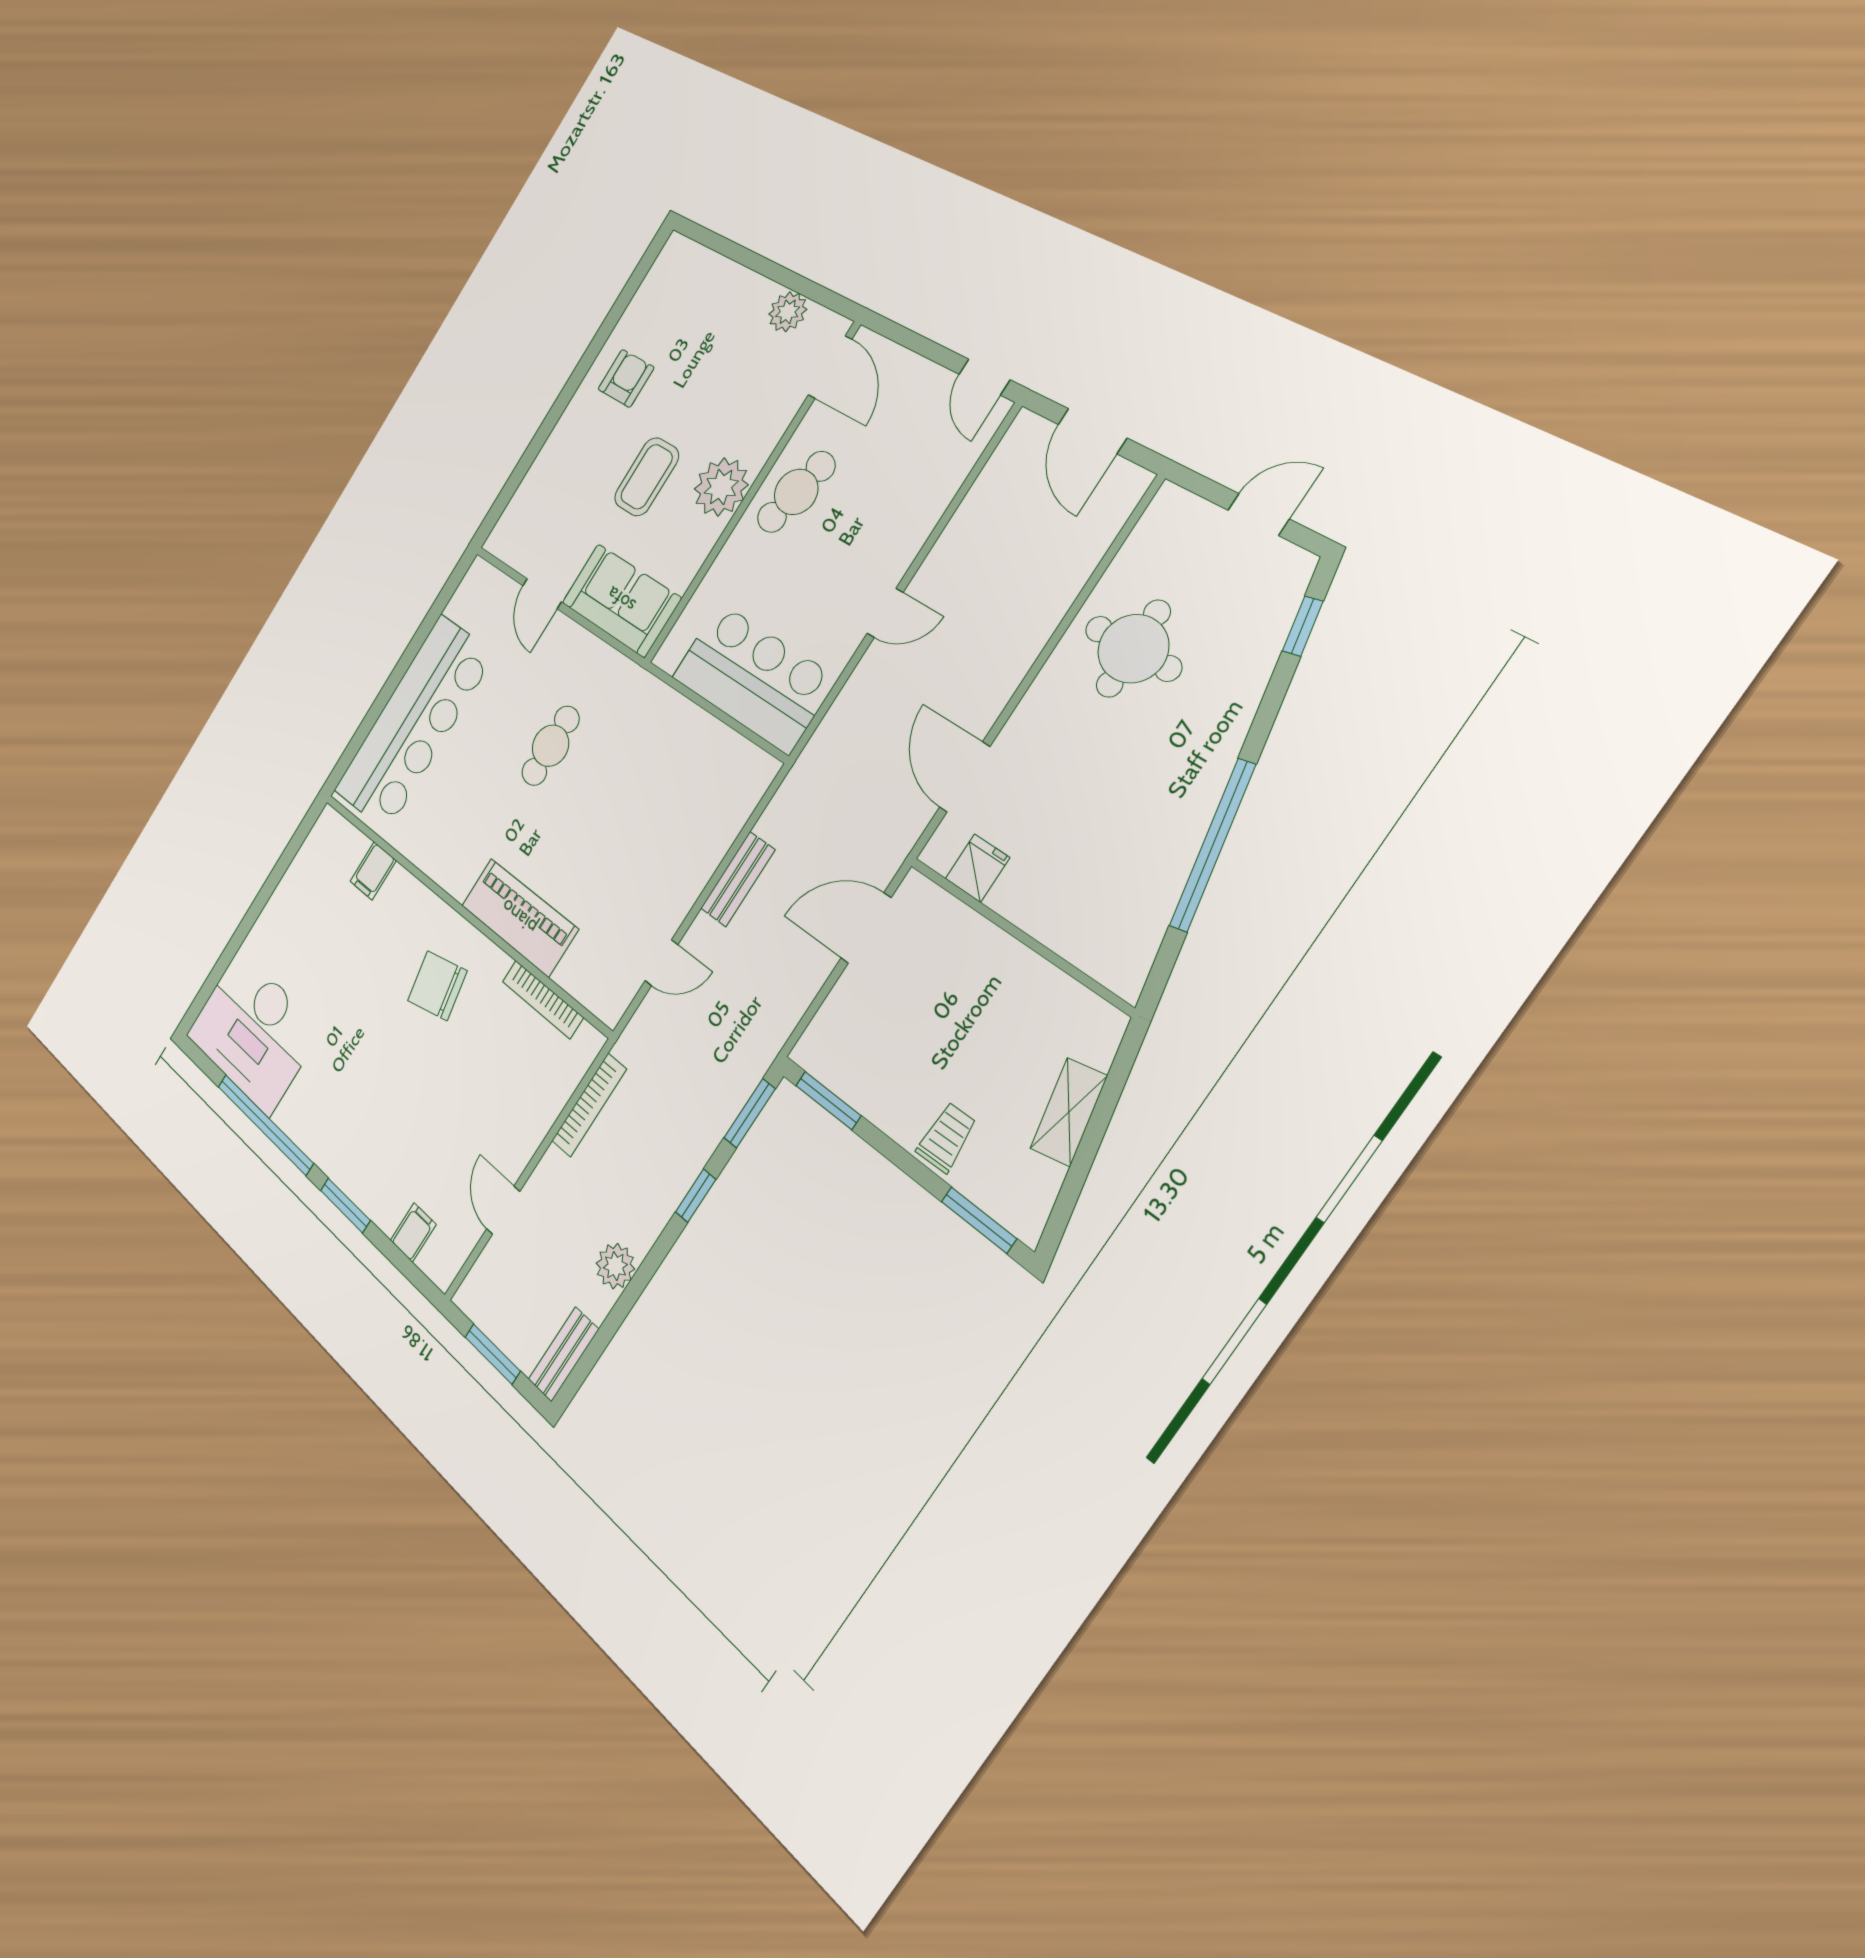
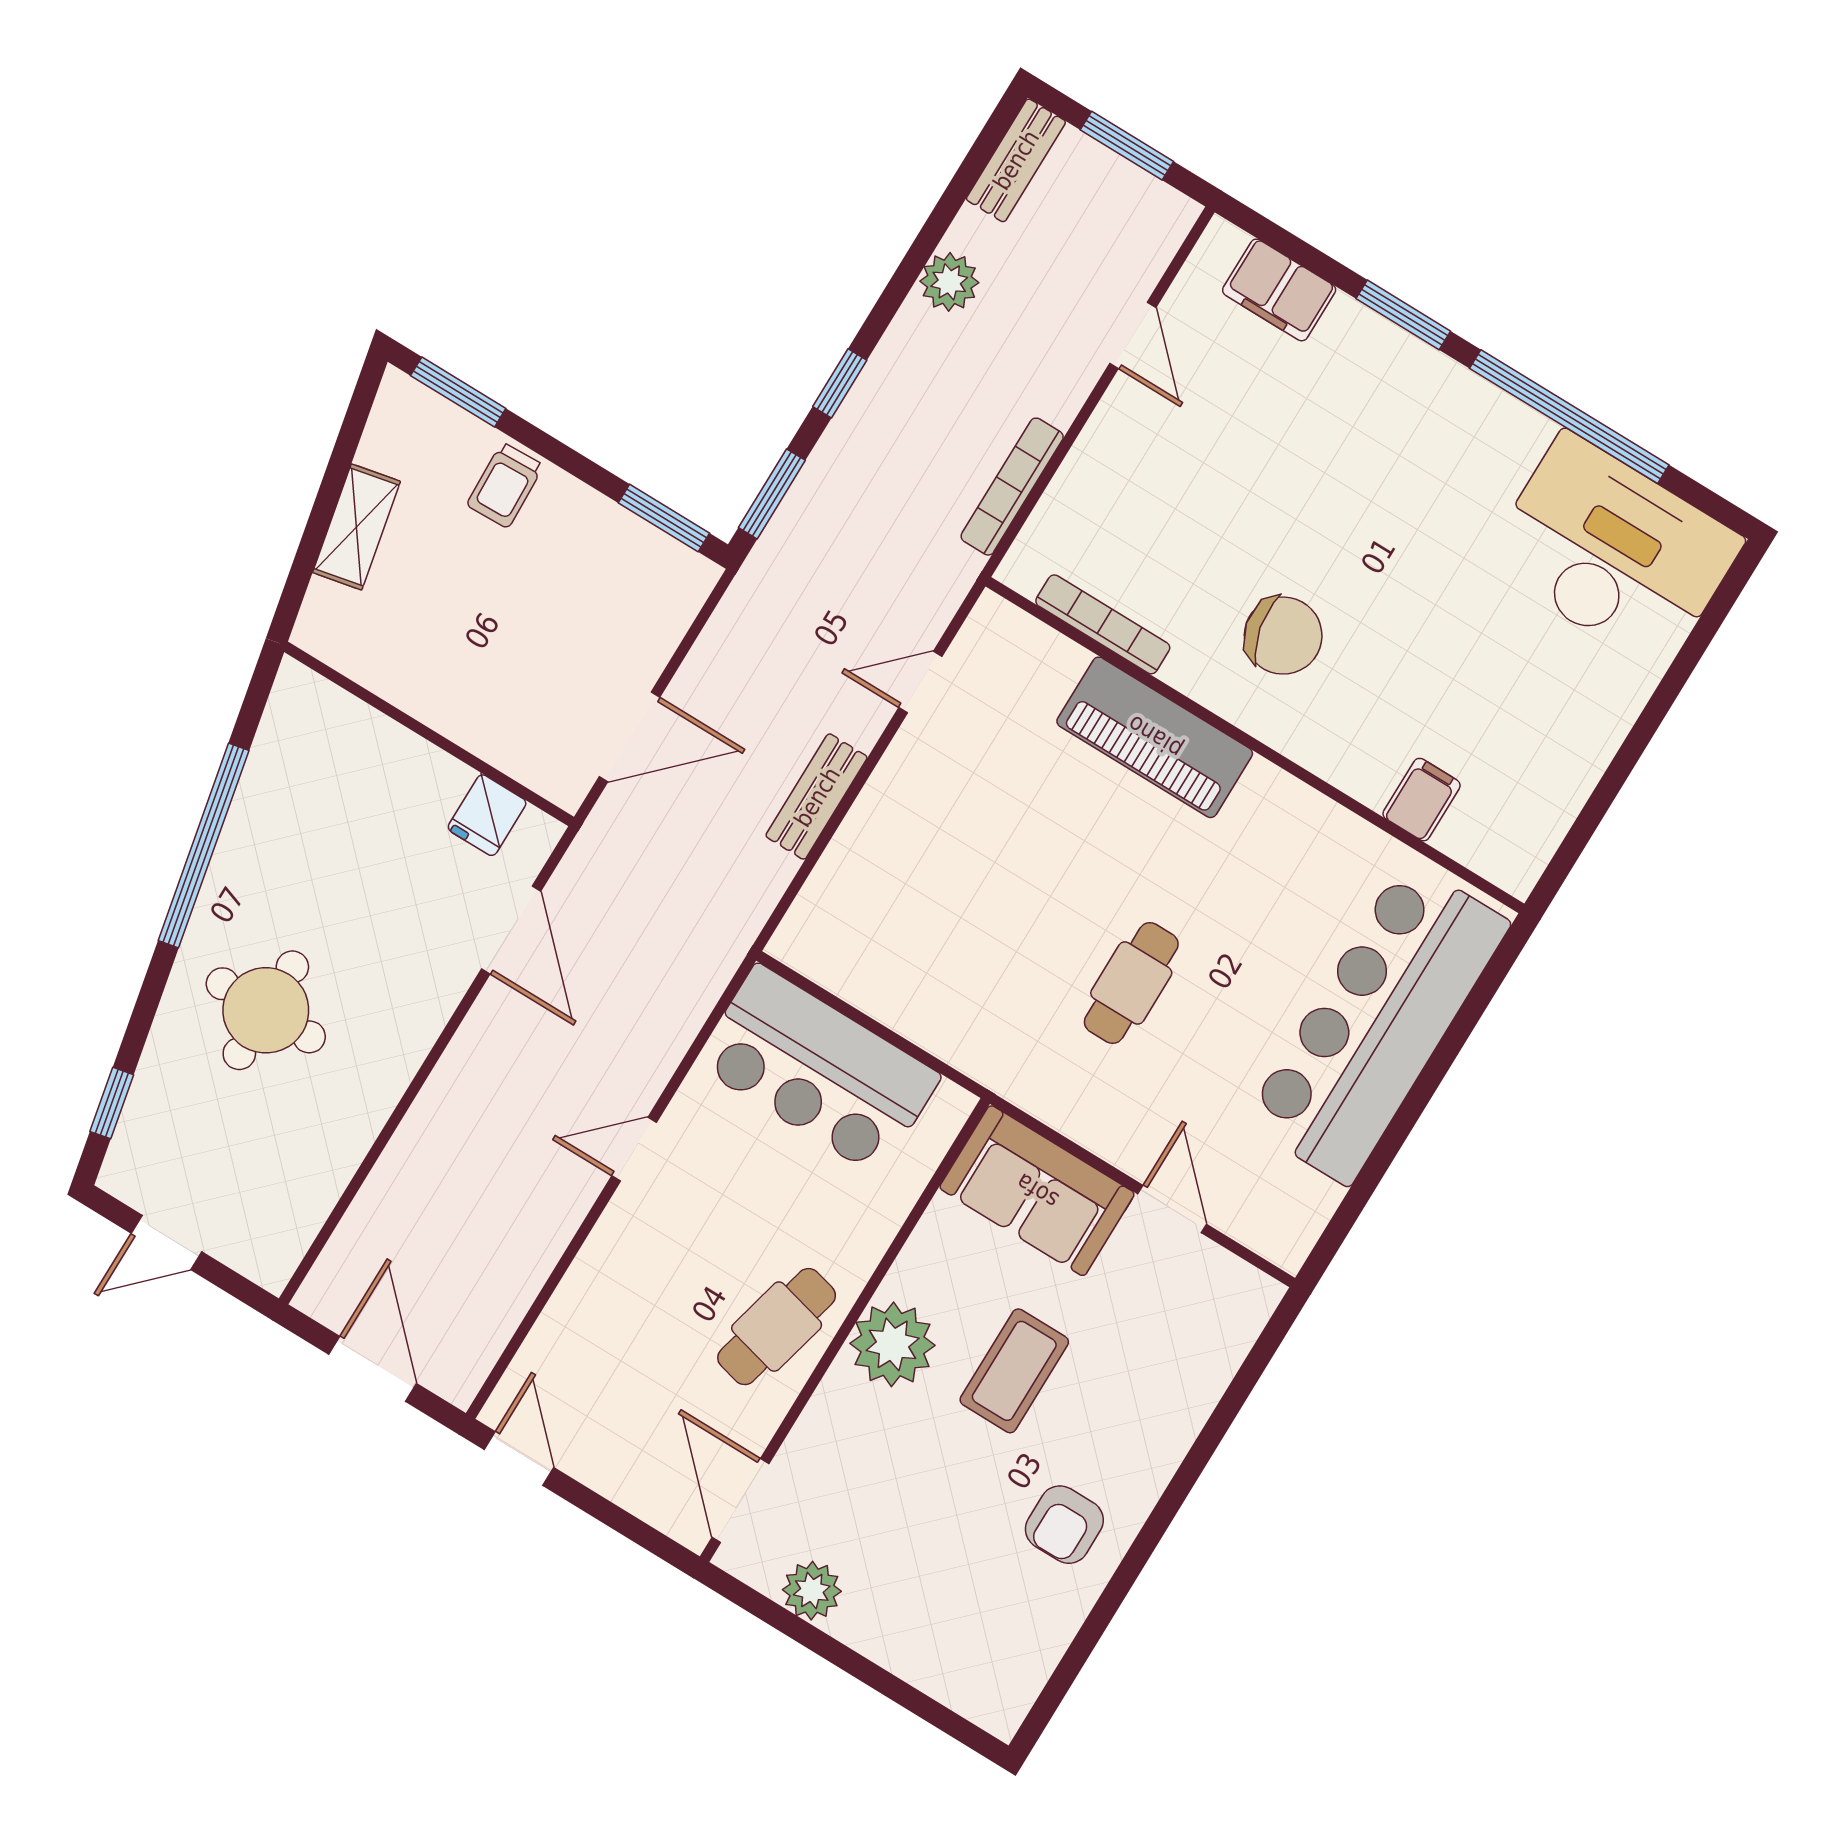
round table: (1133, 649) -> (266, 1010), moved
filing cabinet: (413, 1232) -> (1279, 290), width x2.00

